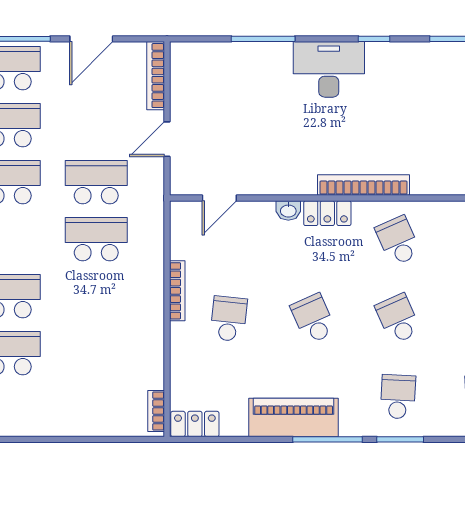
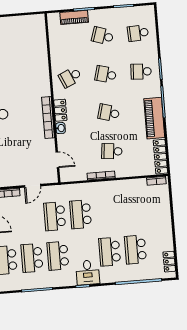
door: (167, 139) -> (33, 186), hinge flipped
bookcase: (364, 185) -> (48, 118), moved
school desk: (313, 319) -> (109, 113), turned 39
school desk: (398, 319) -> (106, 74), turned 39
locker: (195, 424) -> (160, 157), width x1.53

